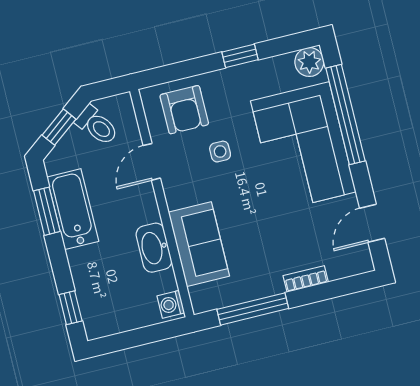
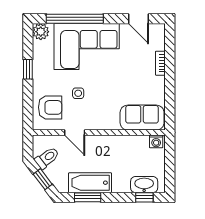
sofa: (199, 244) -> (142, 118), moved
washbasin: (154, 248) -> (144, 185), moved, turned 180
window: (253, 309) -> (170, 97), removed

